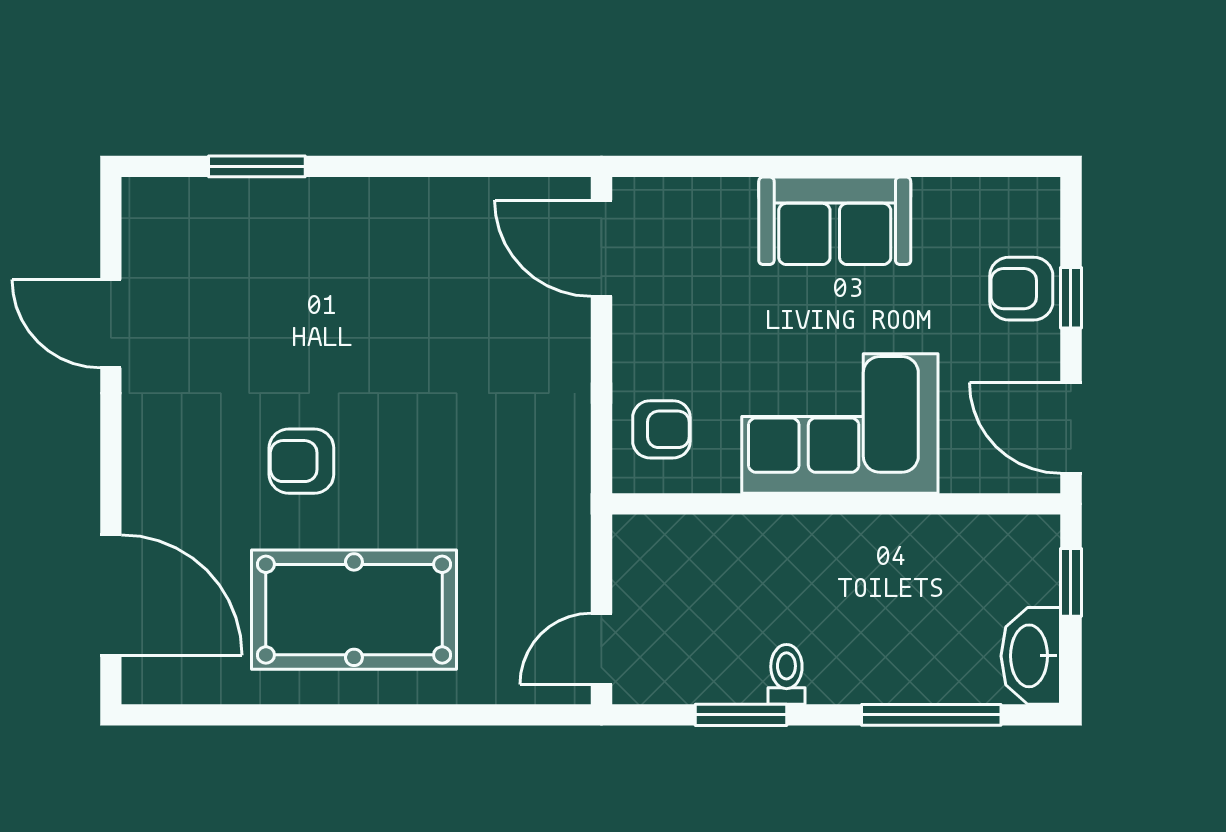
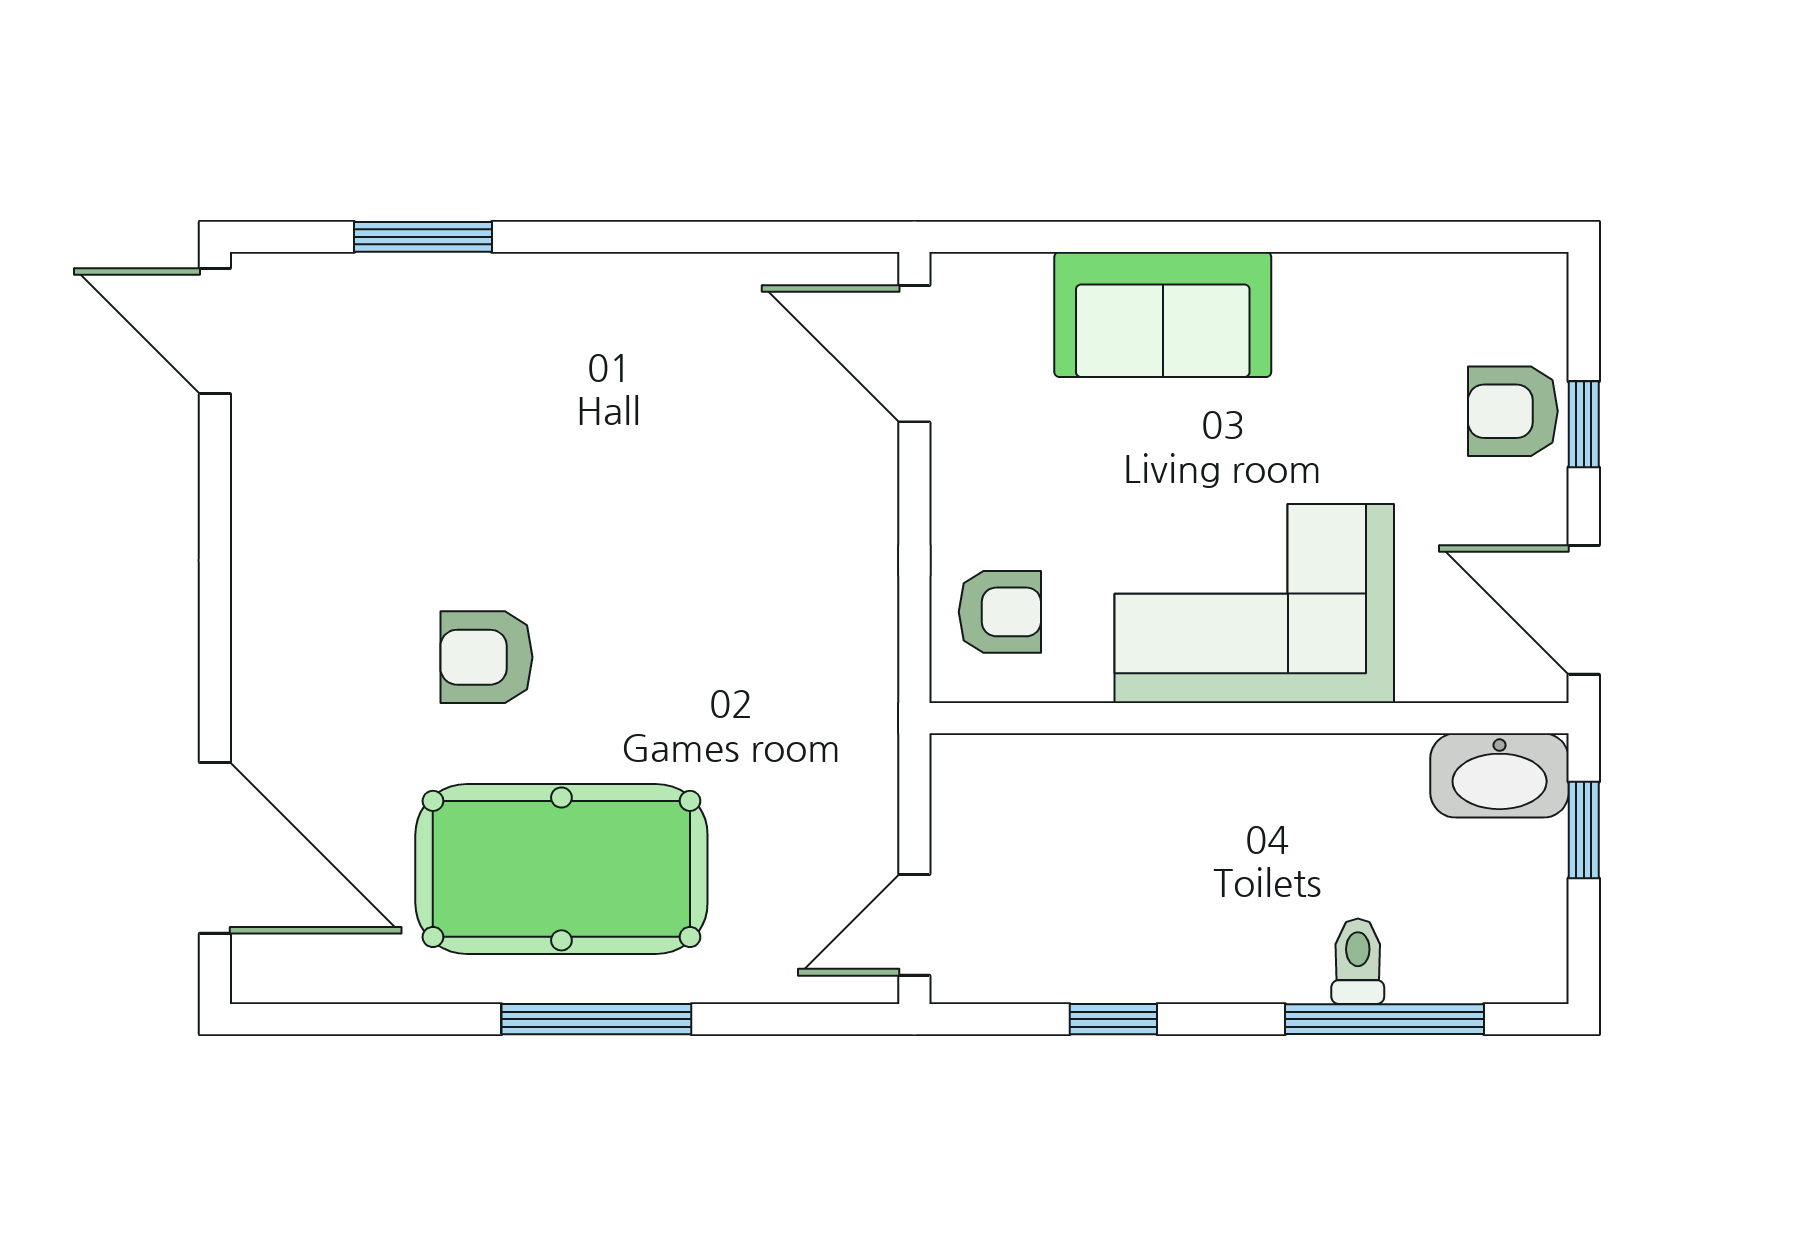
sofa: (835, 221) -> (1163, 314), moved
door: (111, 324) -> (215, 331), moved
washbasin: (1031, 656) -> (1500, 775), moved, turned -90
toilet: (786, 674) -> (1358, 961), moved
window: (379, 715) -> (596, 1019), added
window: (741, 715) -> (1113, 1019), width x0.67

